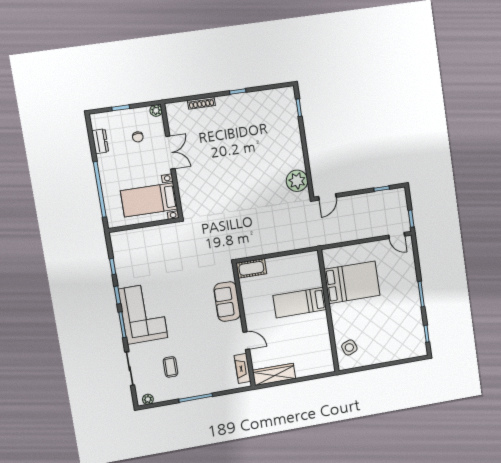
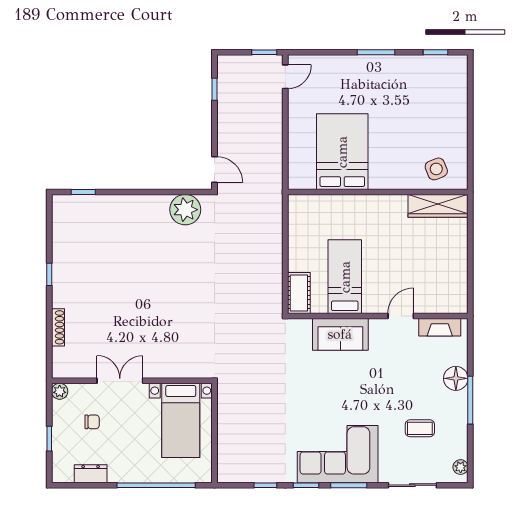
bed: (300, 303) -> (345, 277), moved, turned 180
wardrobe: (274, 374) -> (438, 206), moved, turned -90
floor lamp: (209, 385) -> (456, 378), added

